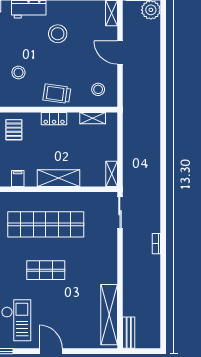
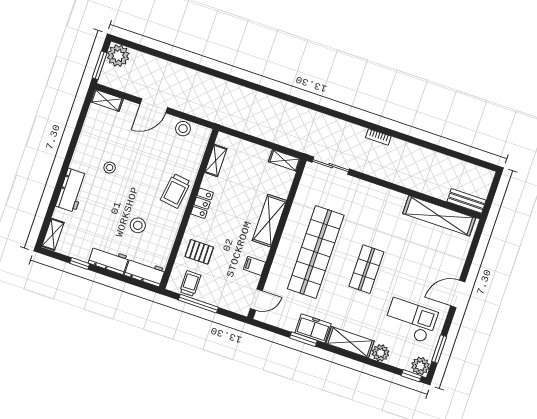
stool: (58, 34) -> (110, 168), width x0.53, depth x0.53
stool: (98, 89) -> (183, 129), moved

